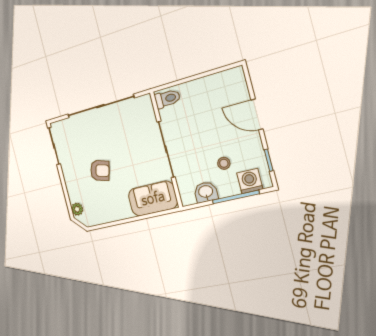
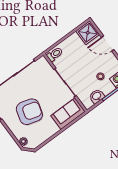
shower: (231, 84) -> (88, 33), added
armchair: (100, 170) -> (29, 112), width x1.88, depth x1.88

